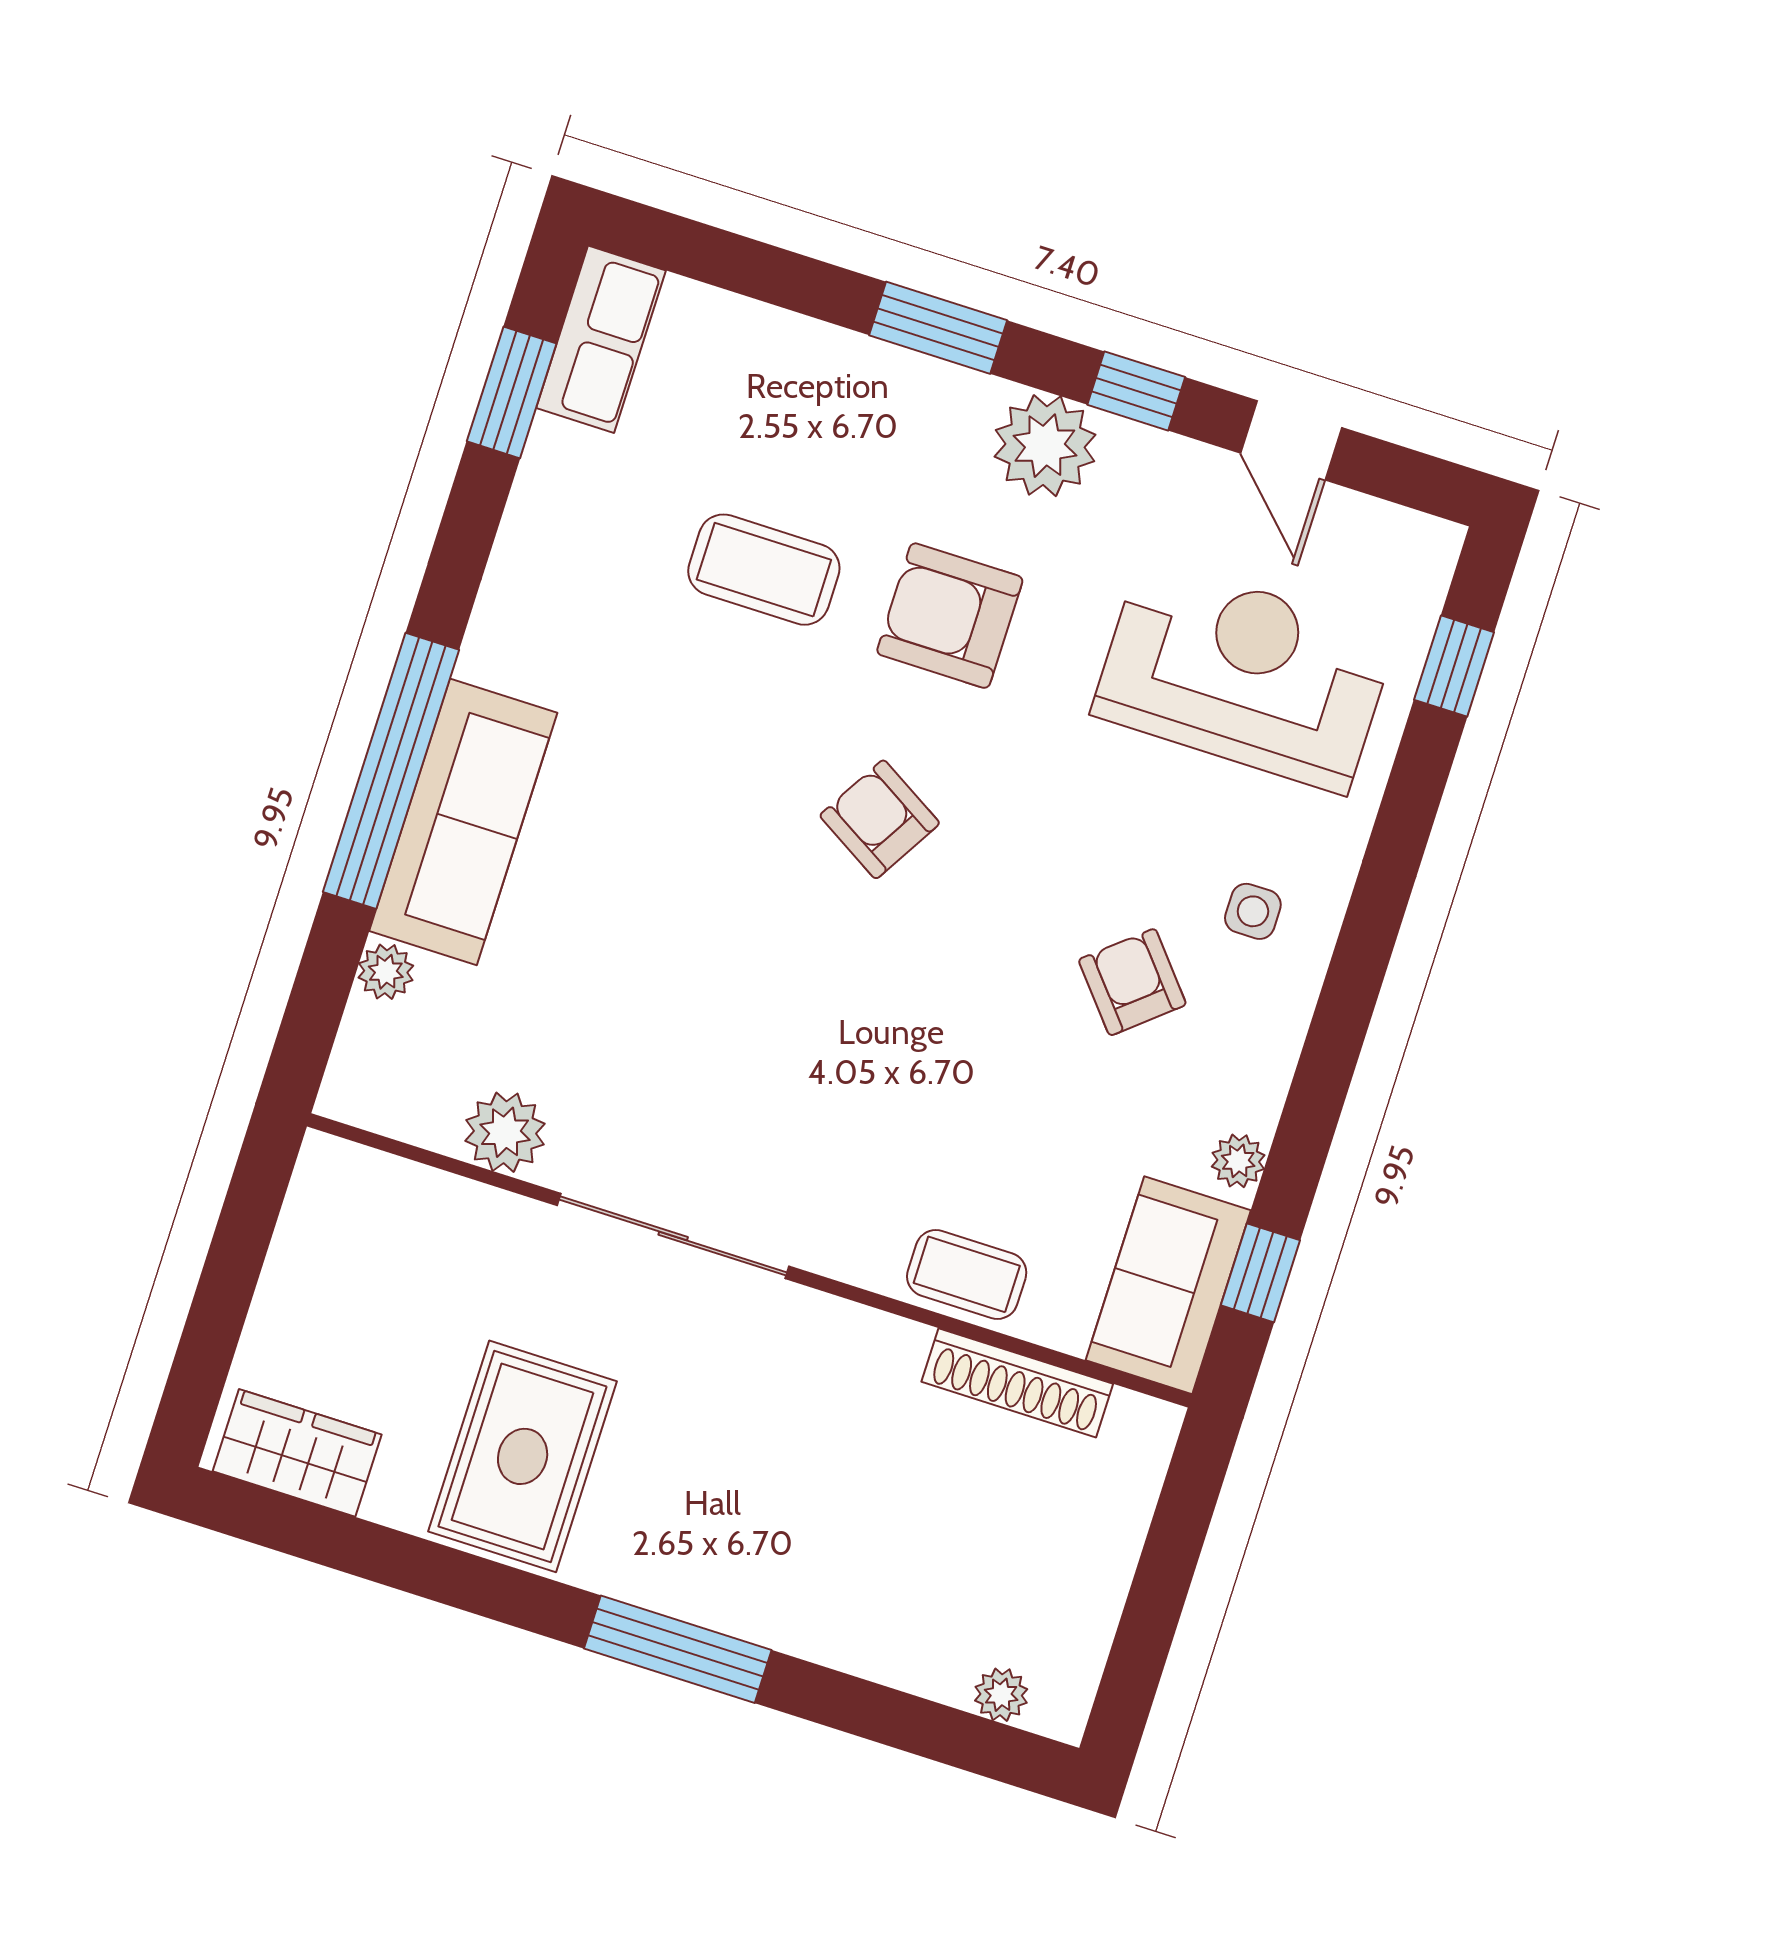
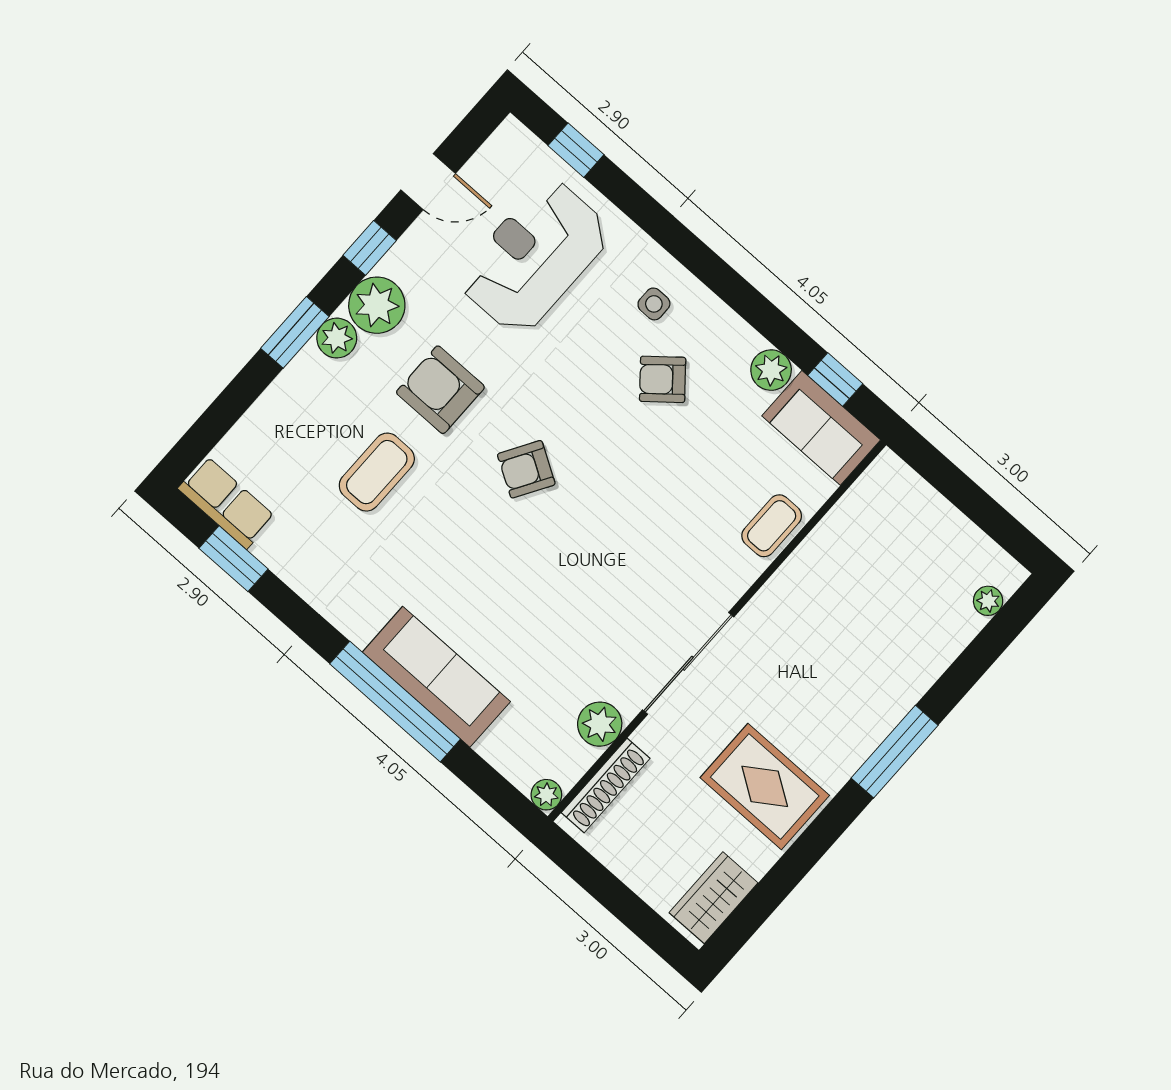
plant: (960, 403) -> (337, 338), added
armchair: (950, 616) -> (440, 390), turned 90
plant: (386, 972) -> (546, 795), moved
plant: (1238, 1161) -> (771, 370), width x1.38, depth x1.38
shoe rack: (1017, 1383) -> (606, 785), moved

